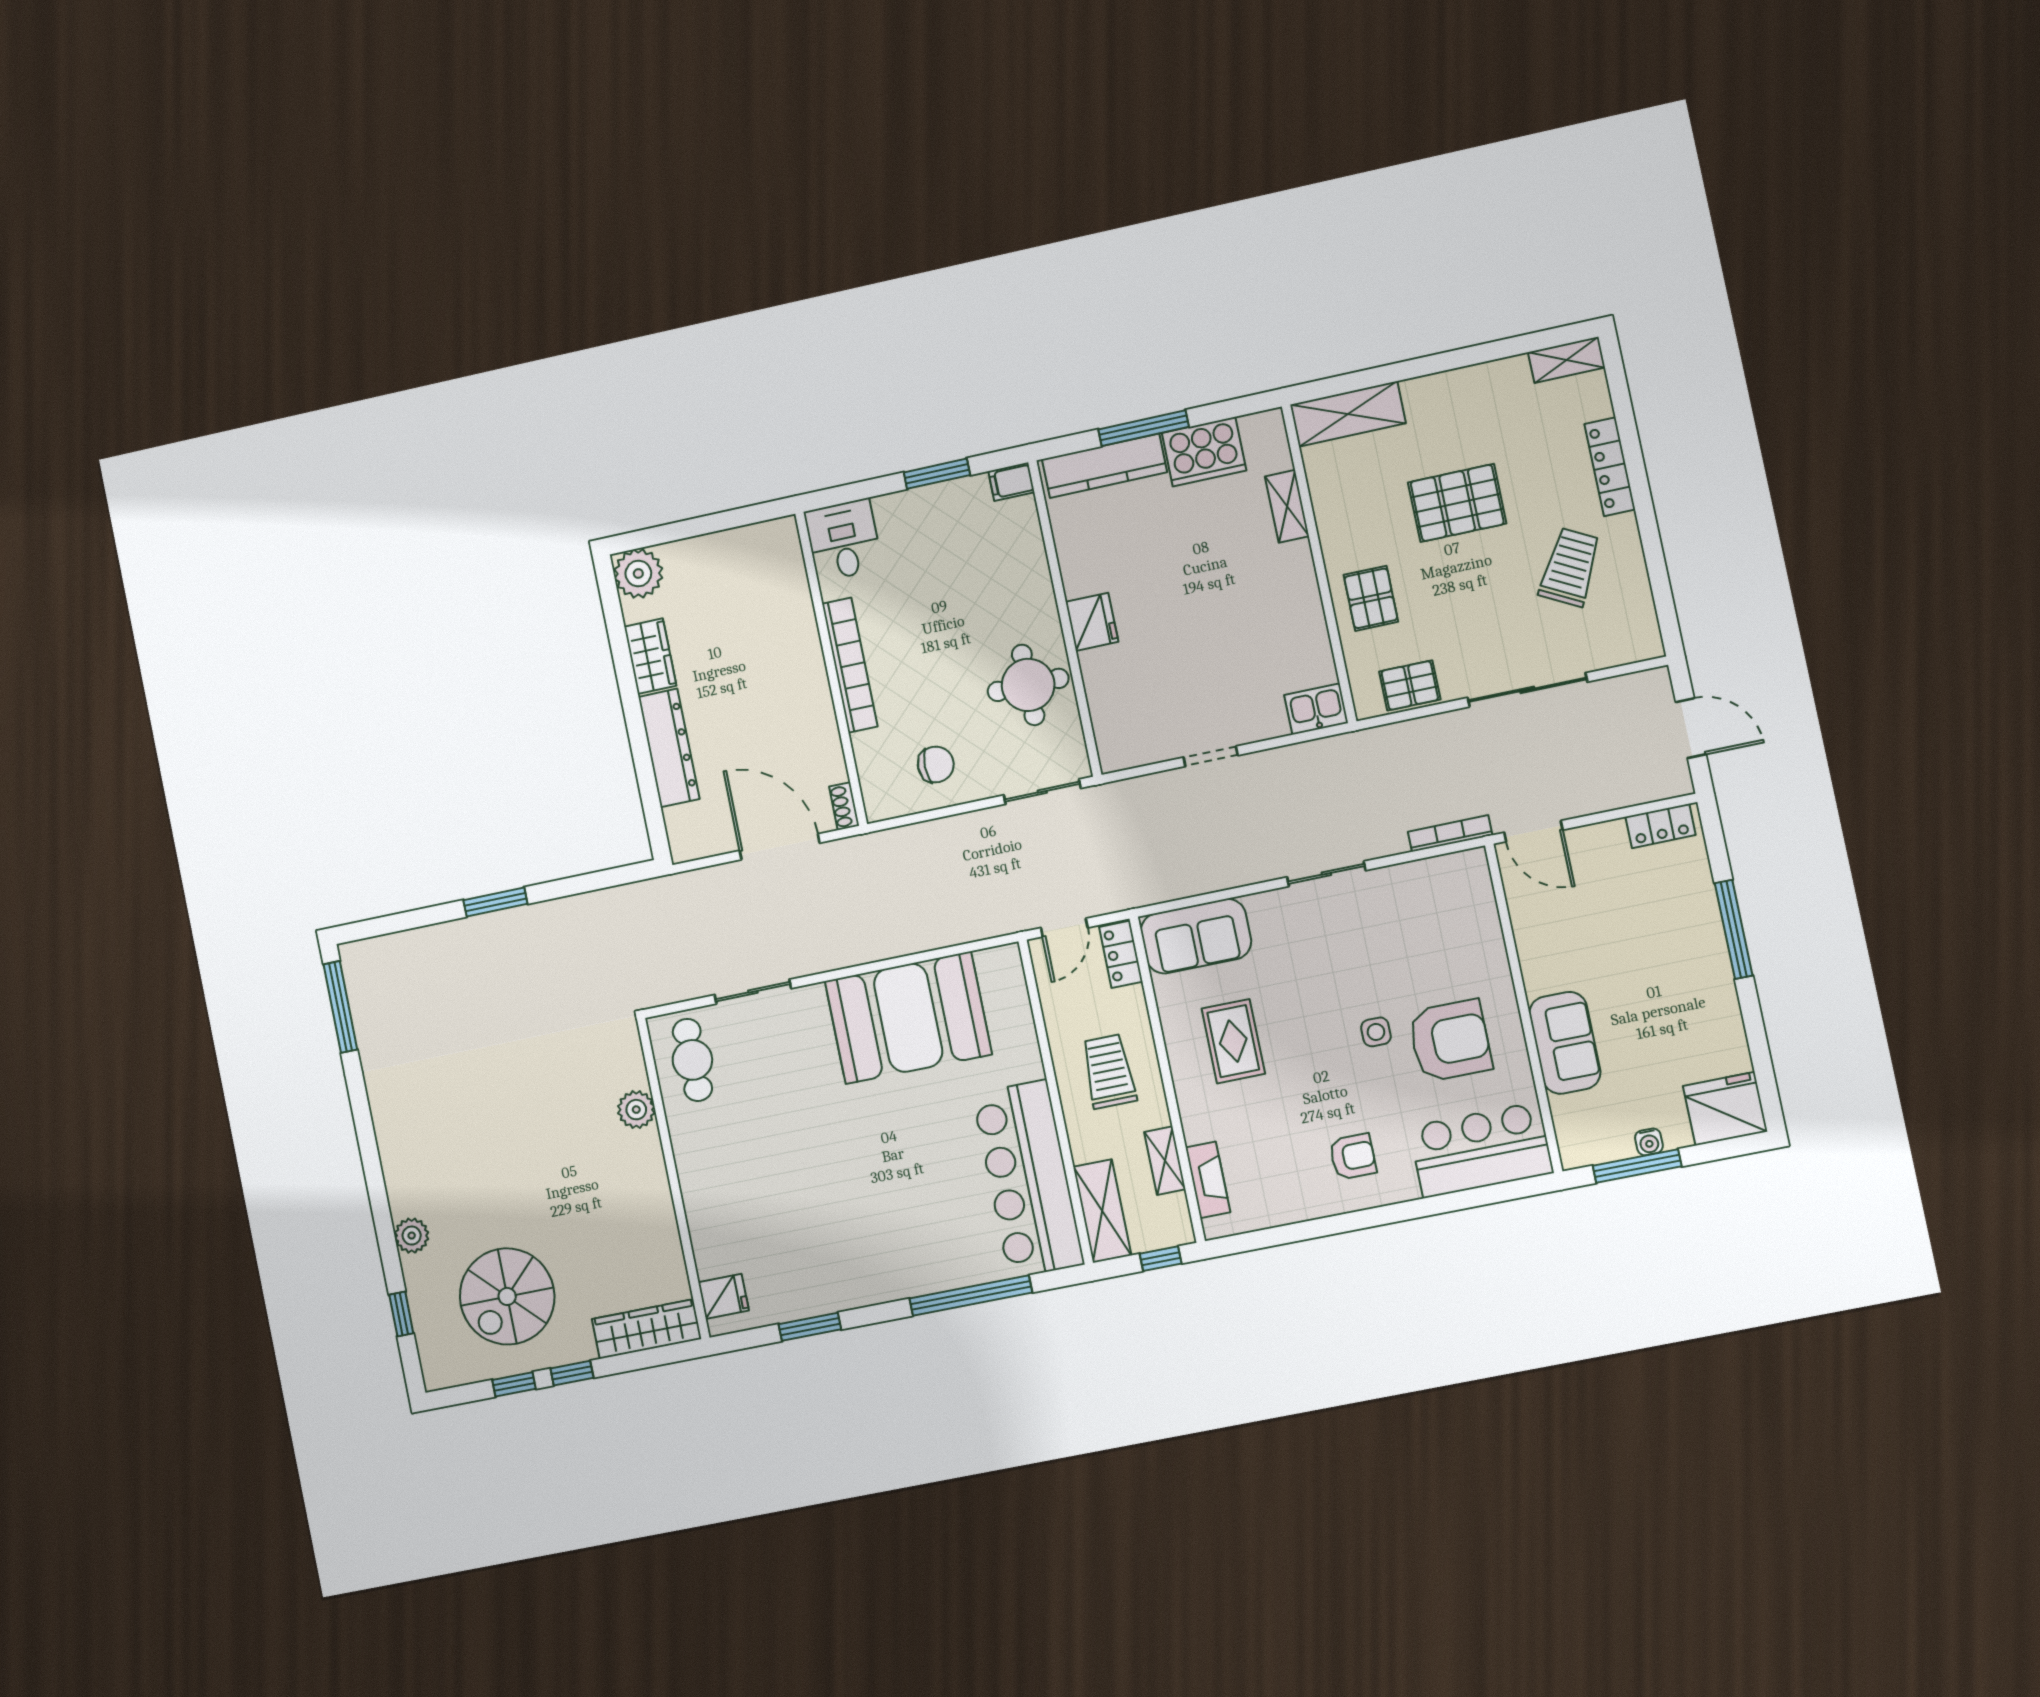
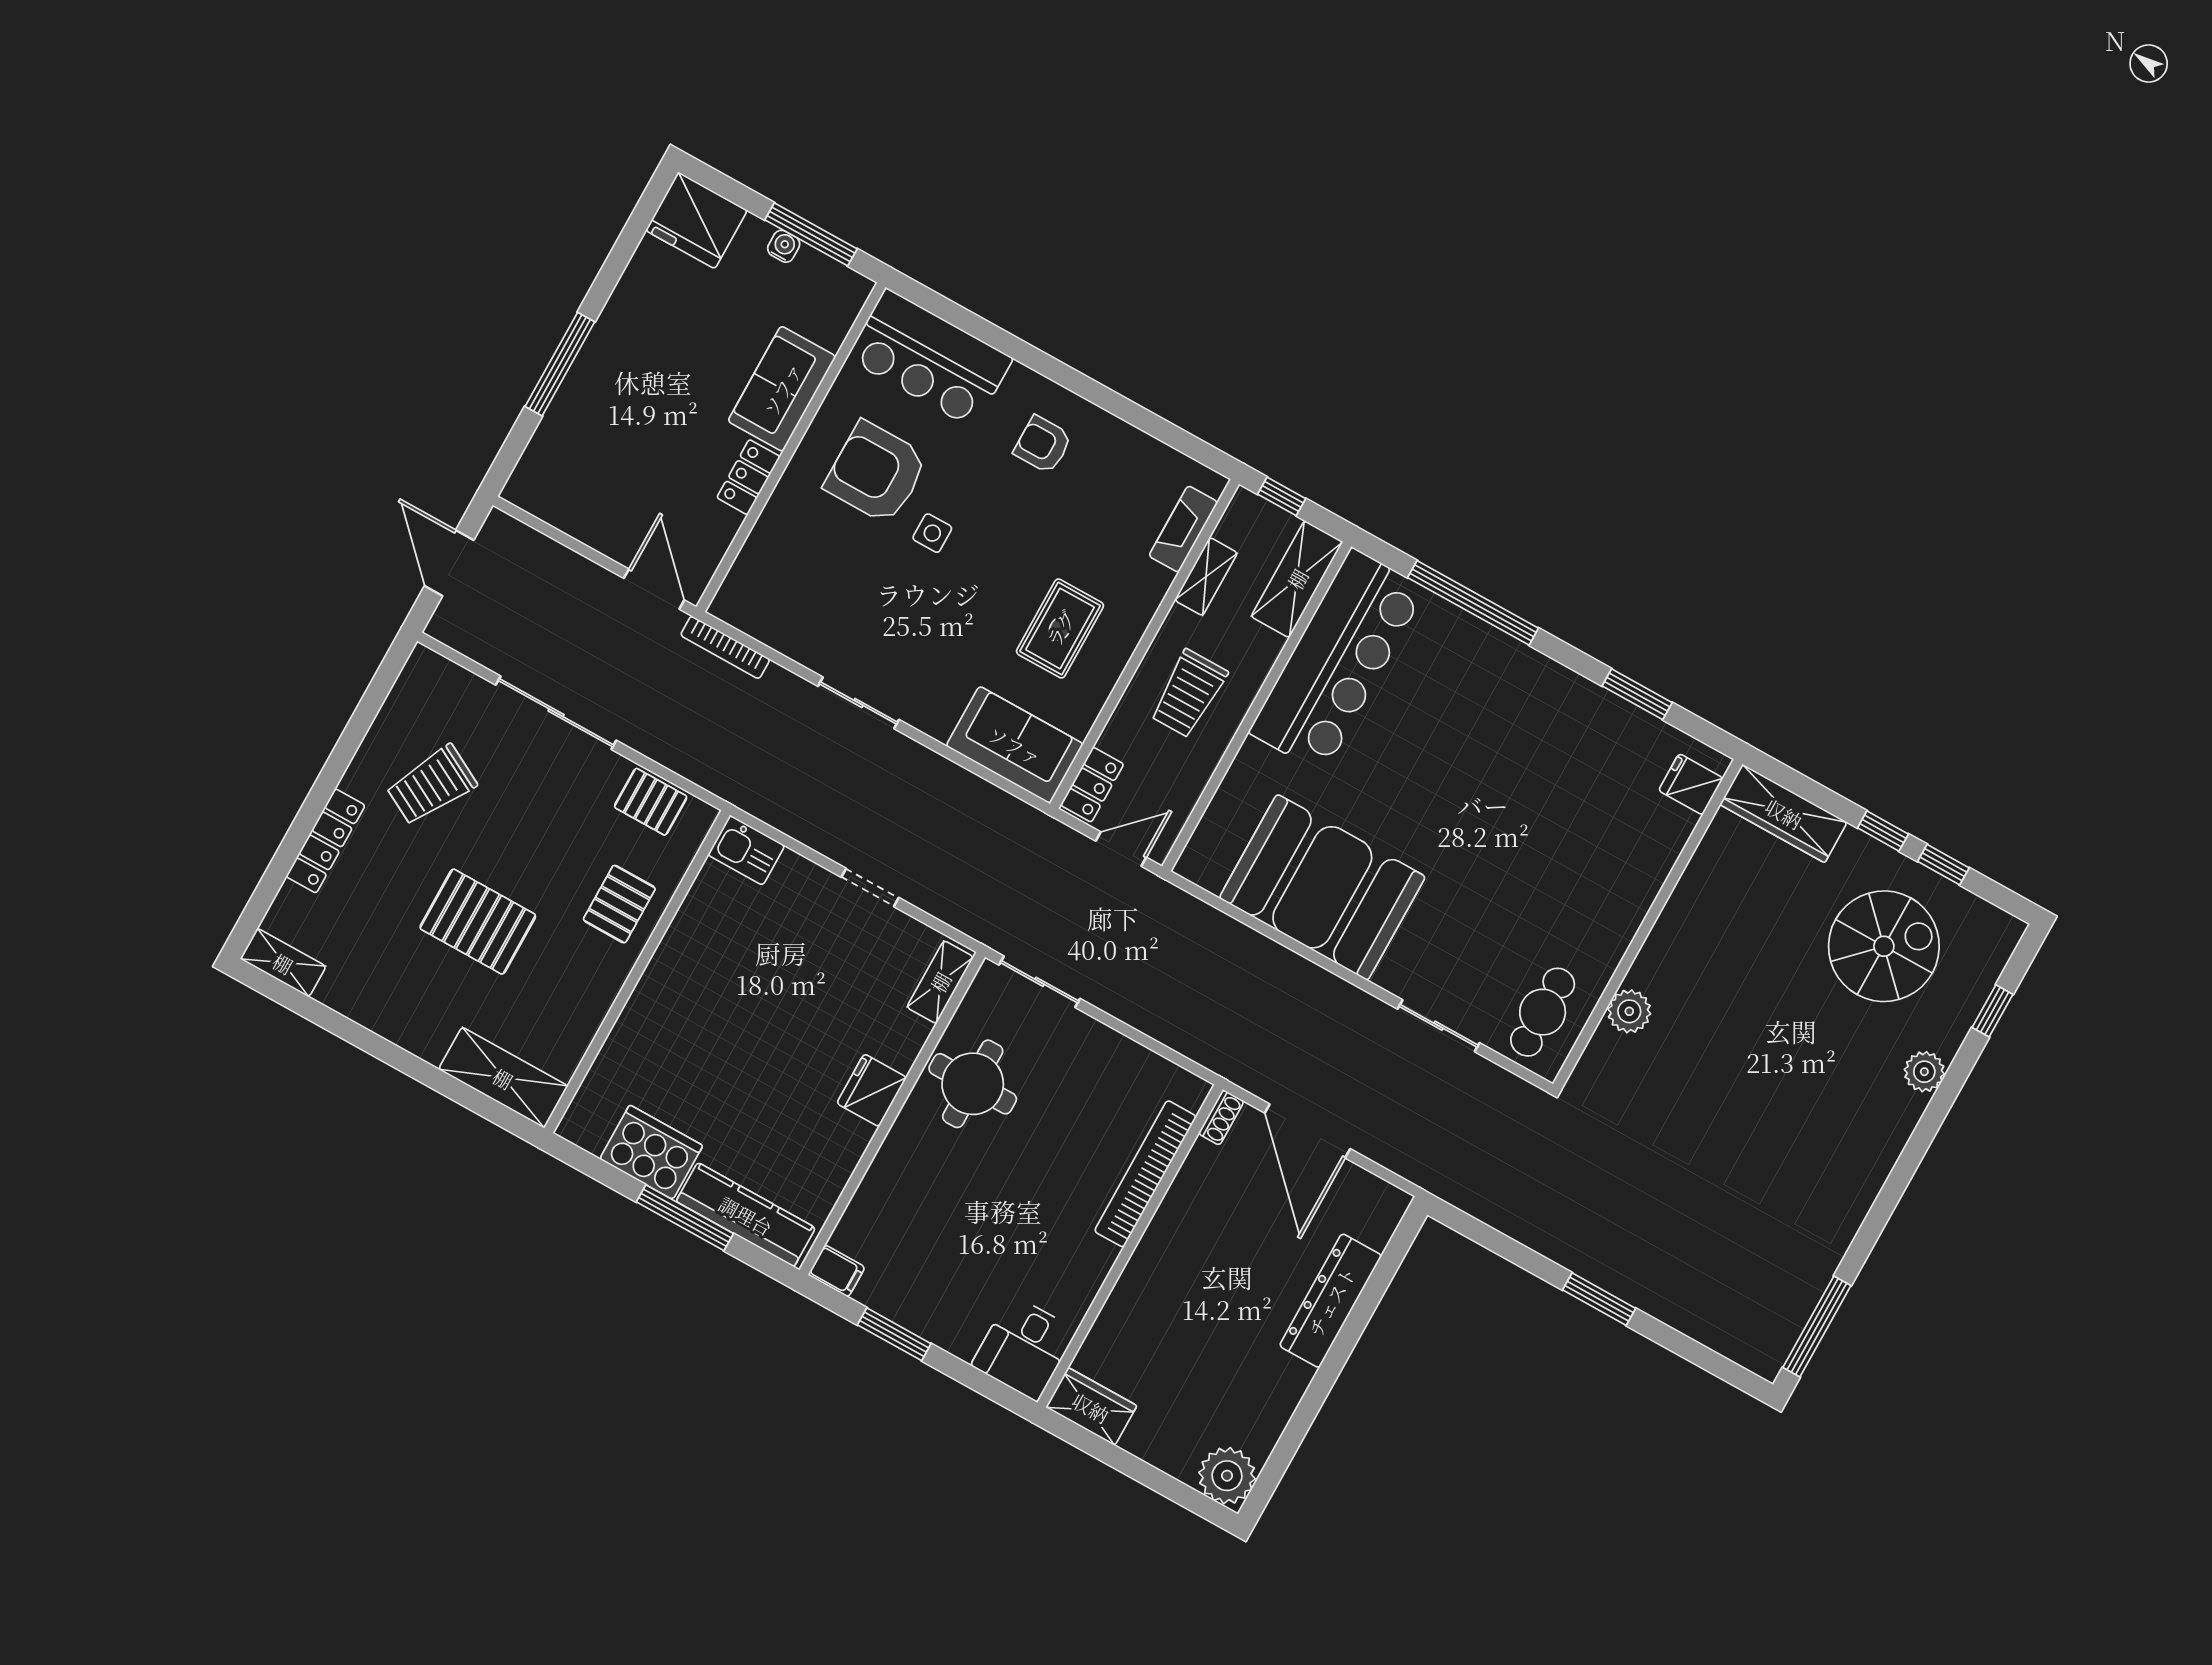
shelving: (1287, 506) -> (940, 982), moved
wardrobe: (650, 656) -> (1091, 1407), moved, turned 90
bookcase: (850, 665) -> (1145, 1174), moved
chair: (936, 764) -> (1111, 1085), removed
locker: (1660, 826) -> (748, 477), moved, turned -90

